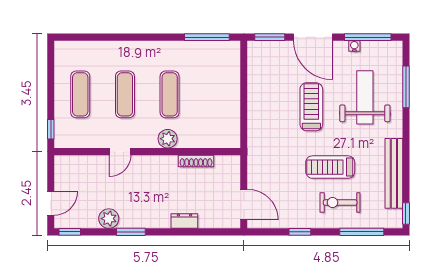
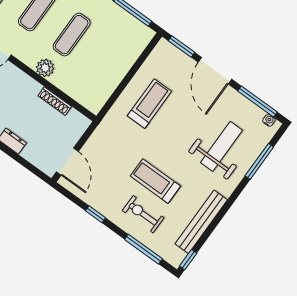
water cooler: (354, 46) -> (269, 120), moved
treadmill: (311, 107) -> (149, 104), moved

